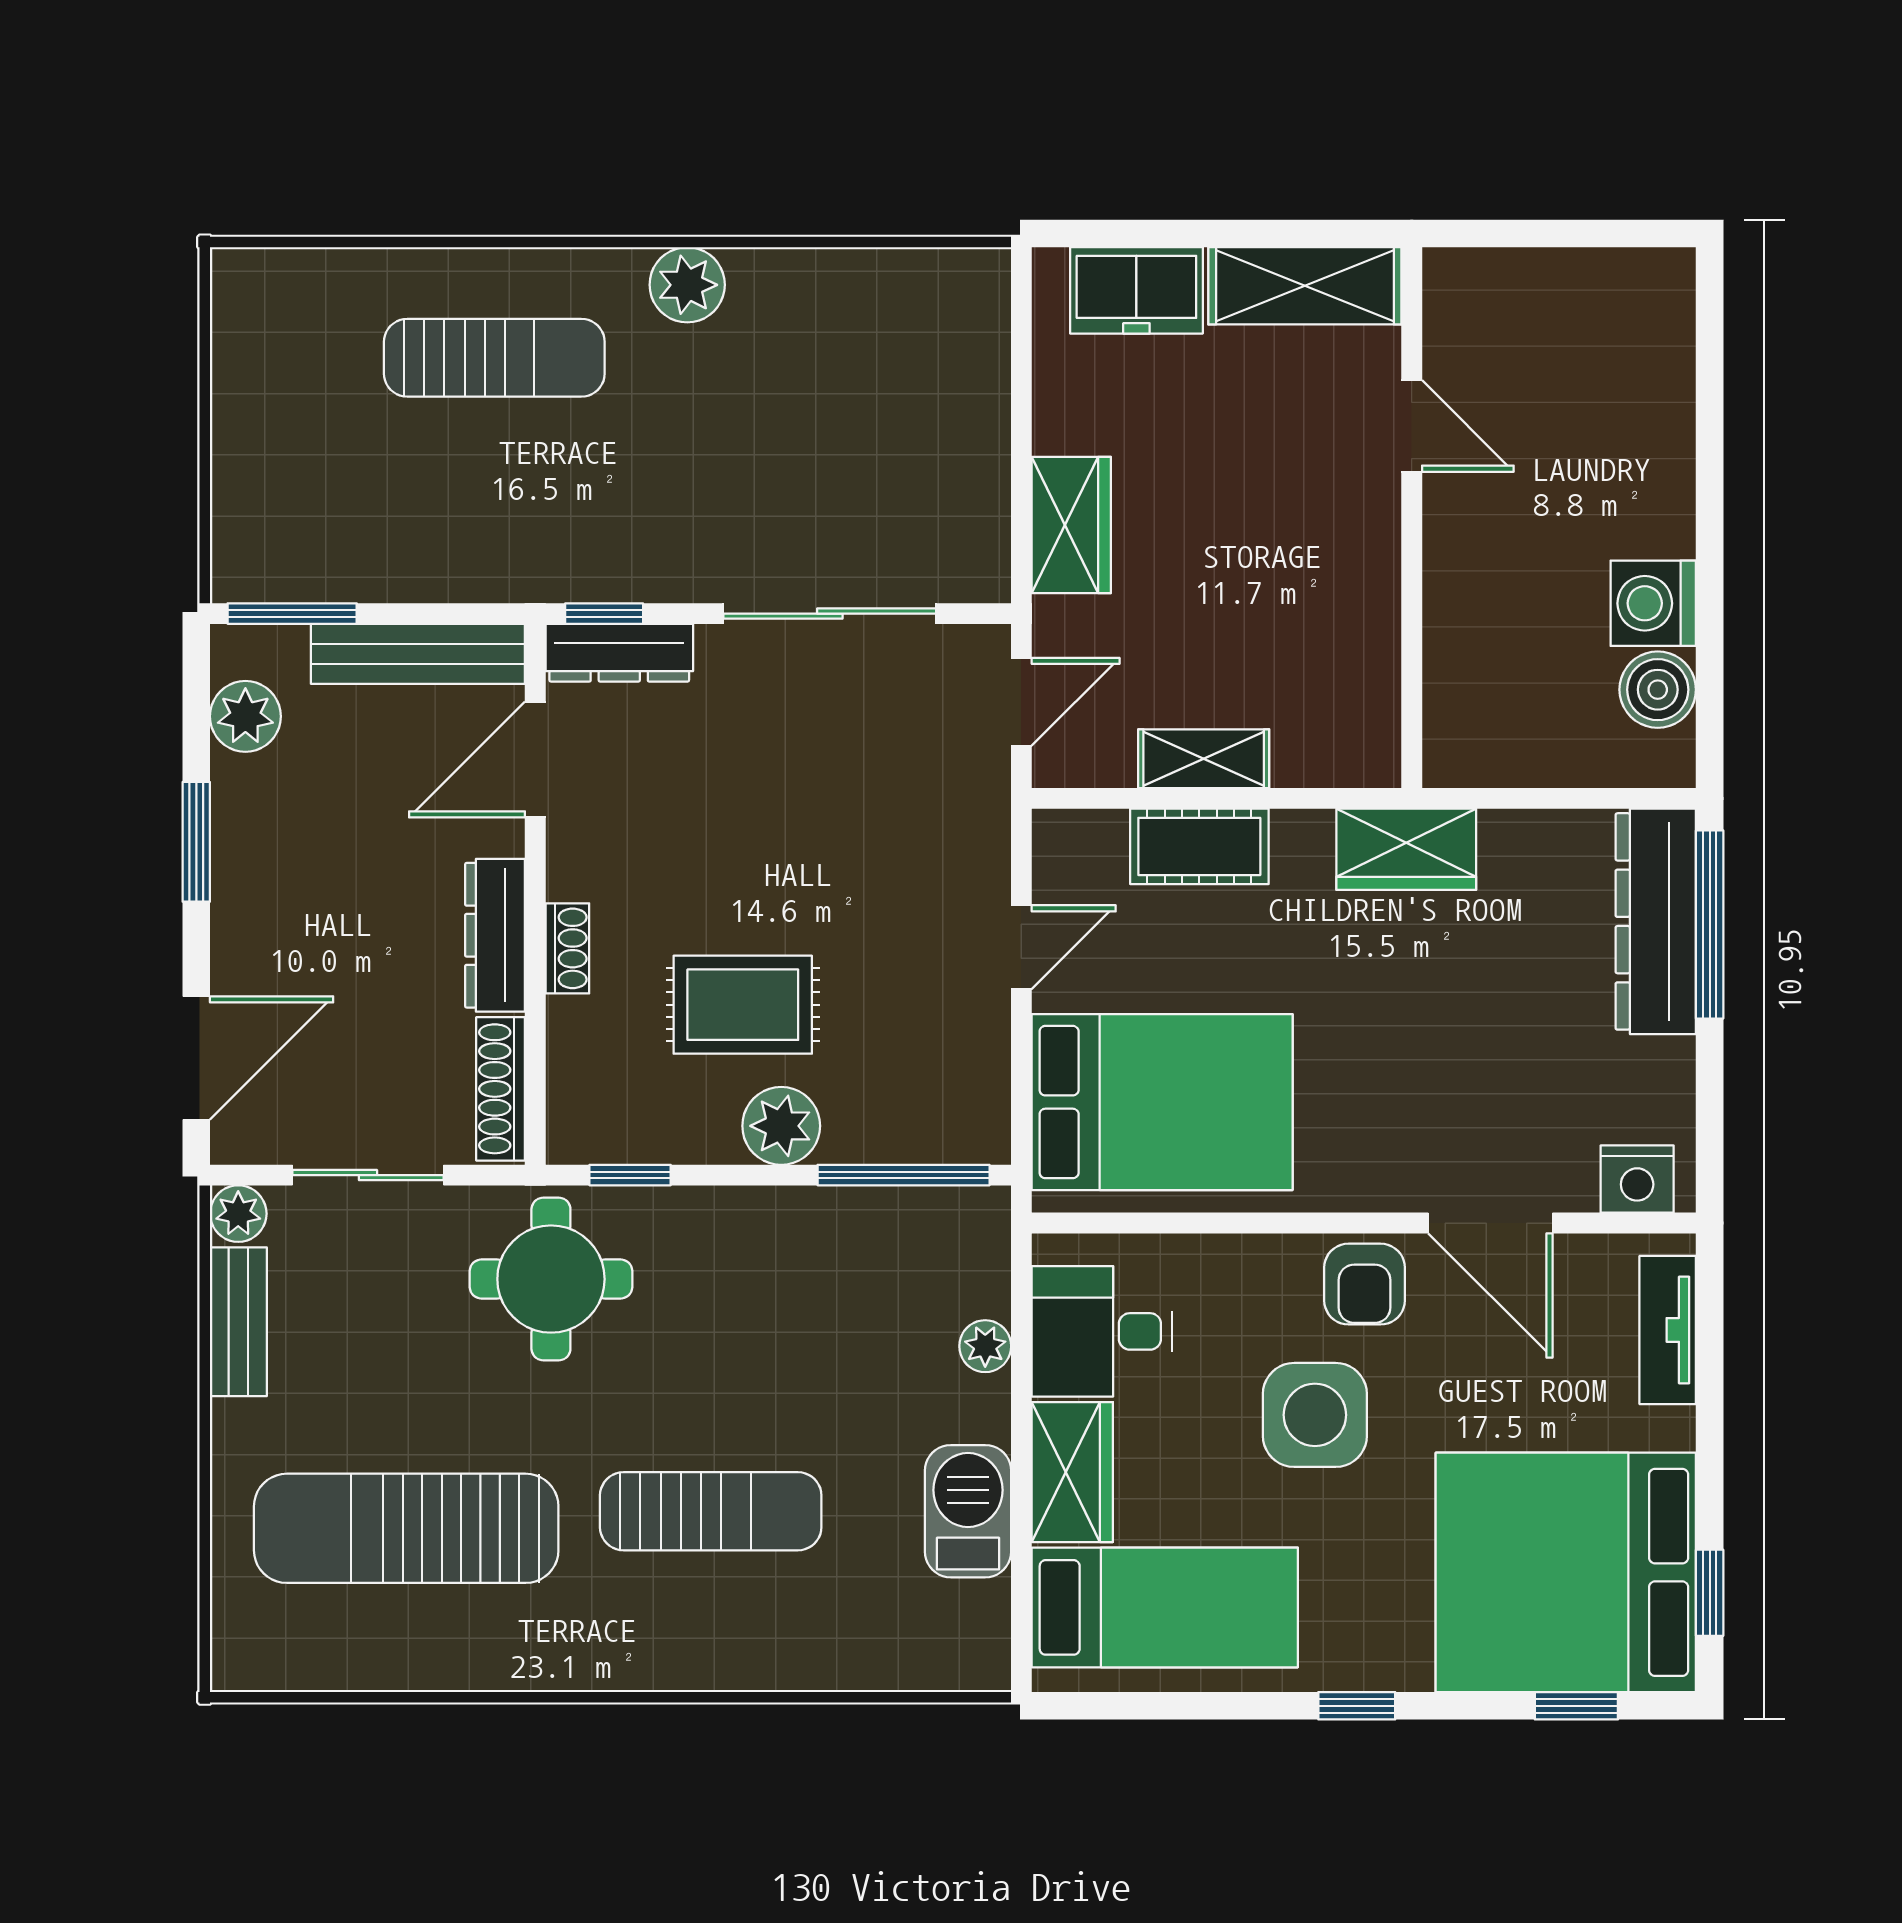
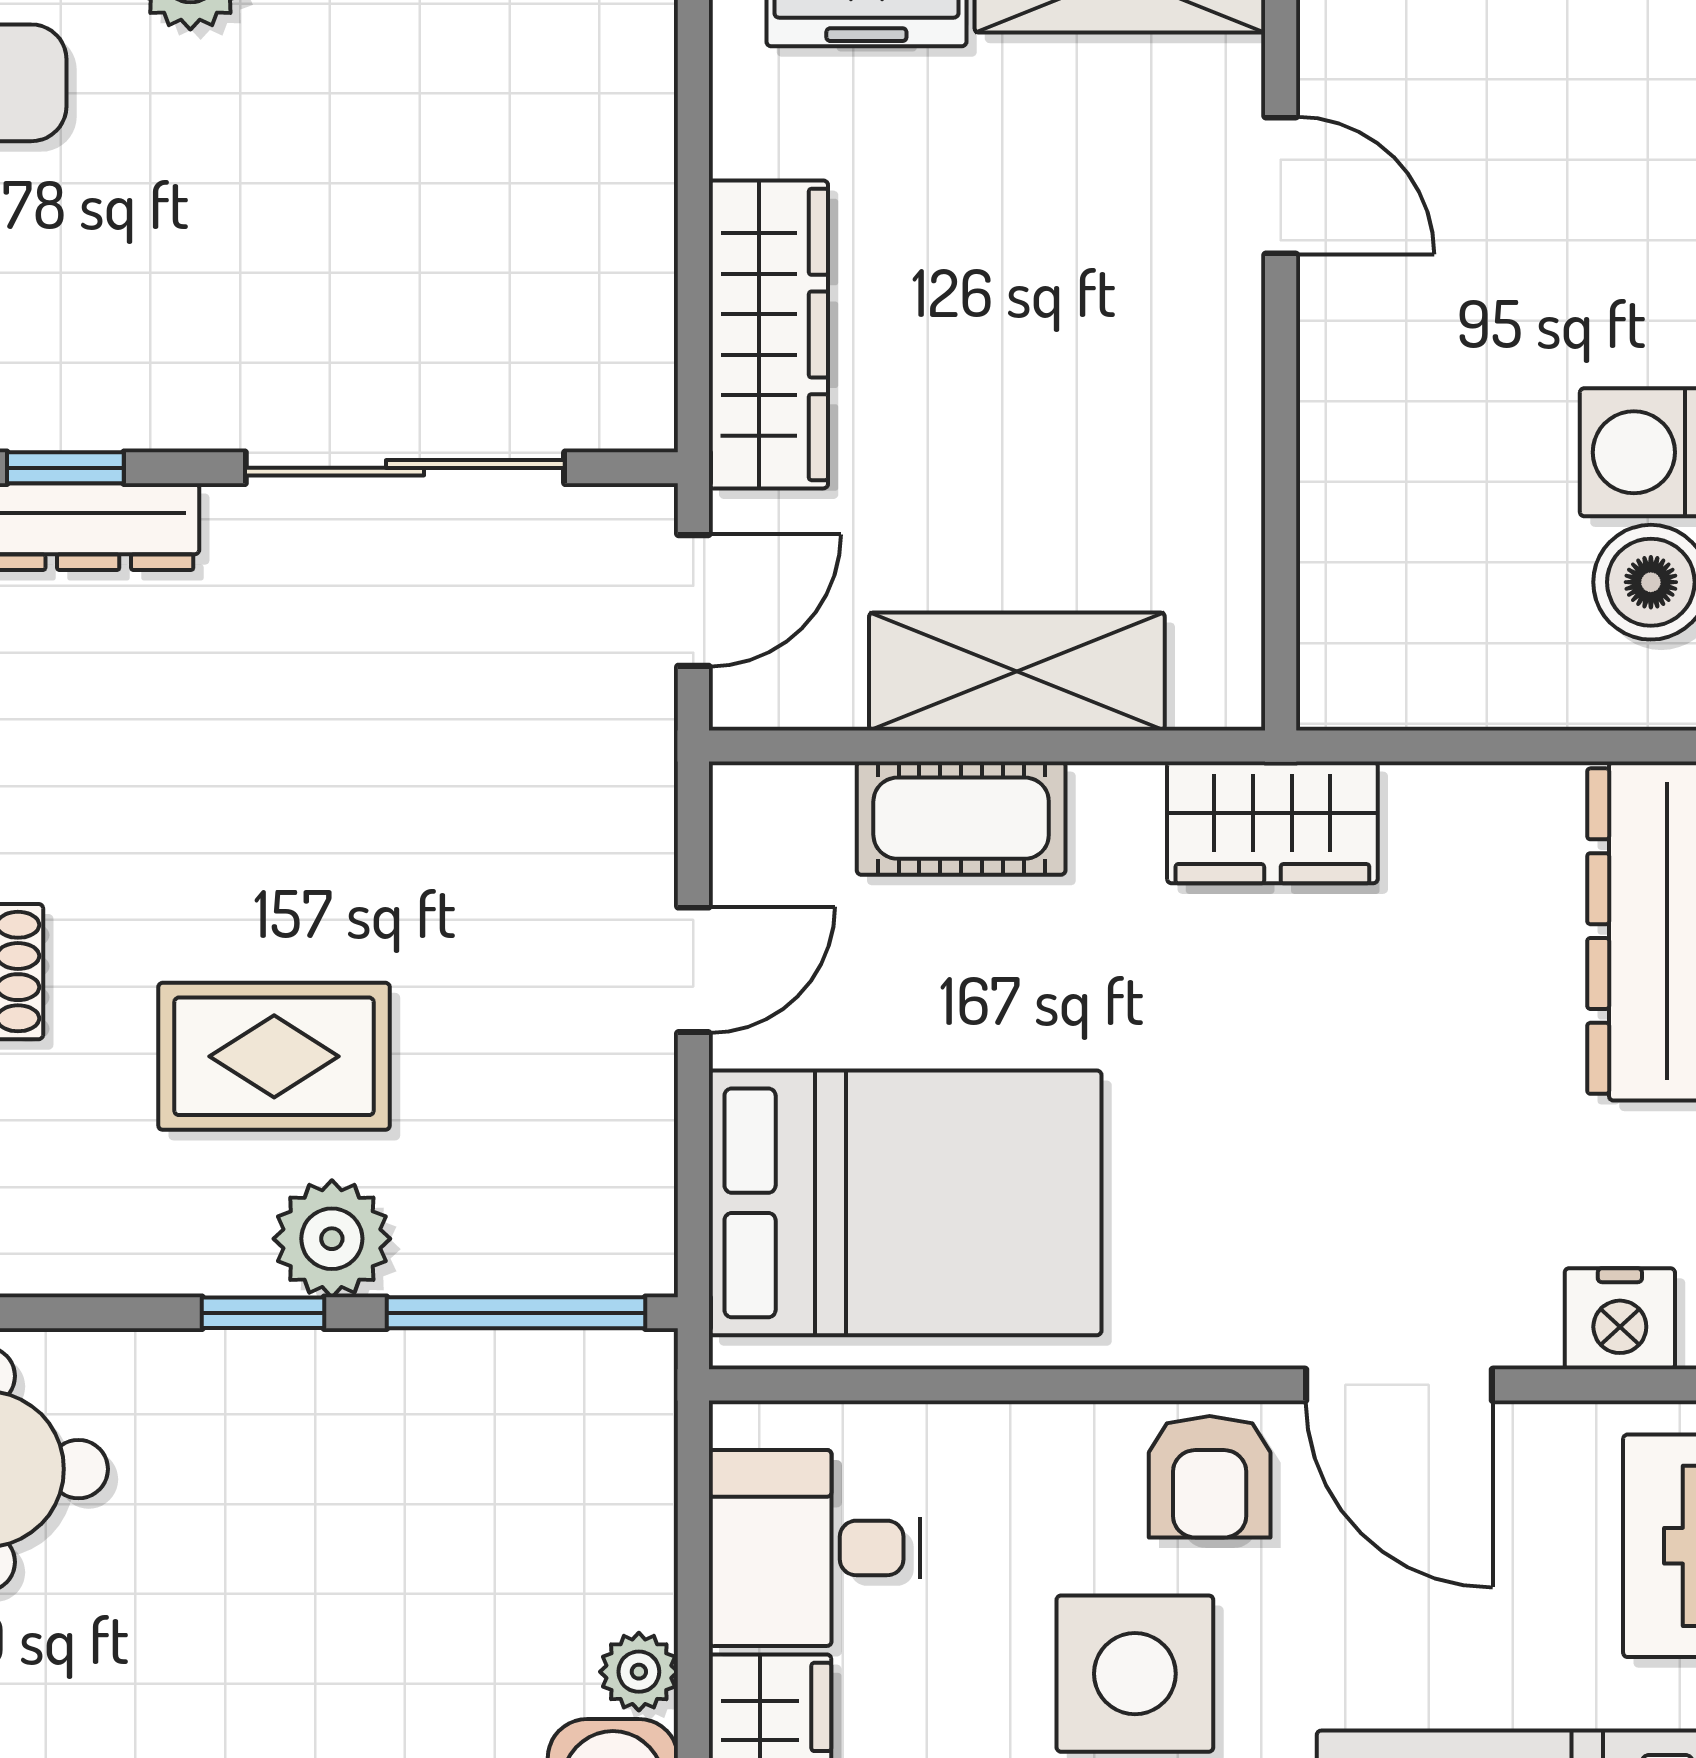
wardrobe: (1071, 525) -> (768, 334), width x1.50
shelving: (1204, 759) -> (1017, 671), width x1.50, depth x1.33
window: (630, 1175) -> (263, 1313), moved
plant: (985, 1346) -> (639, 1672), moved

